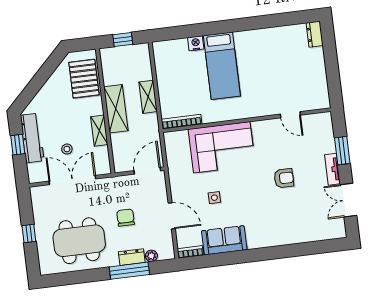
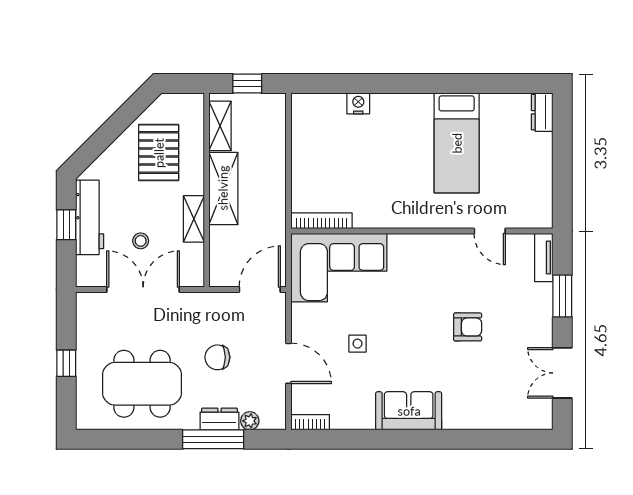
bed: (222, 66) -> (457, 143), moved
pallet: (84, 79) -> (159, 153), moved
shelving: (148, 97) -> (220, 126), moved
corner sofa: (222, 147) -> (339, 268), moved
tv unit: (332, 169) -> (544, 257), moved
chair: (126, 218) -> (217, 357), turned -90
sofa: (224, 240) -> (409, 411), moved

